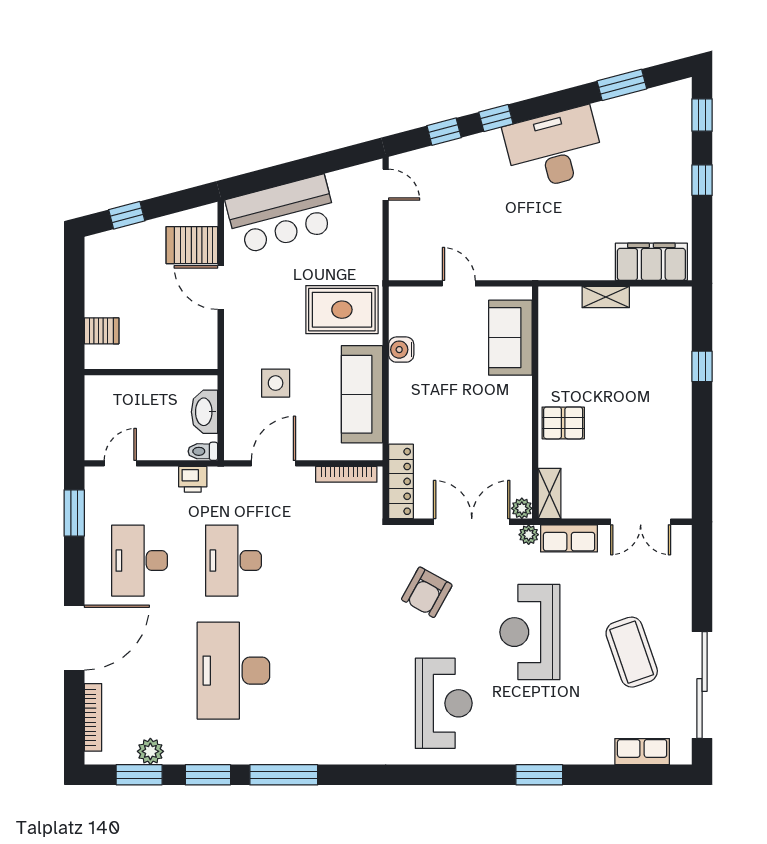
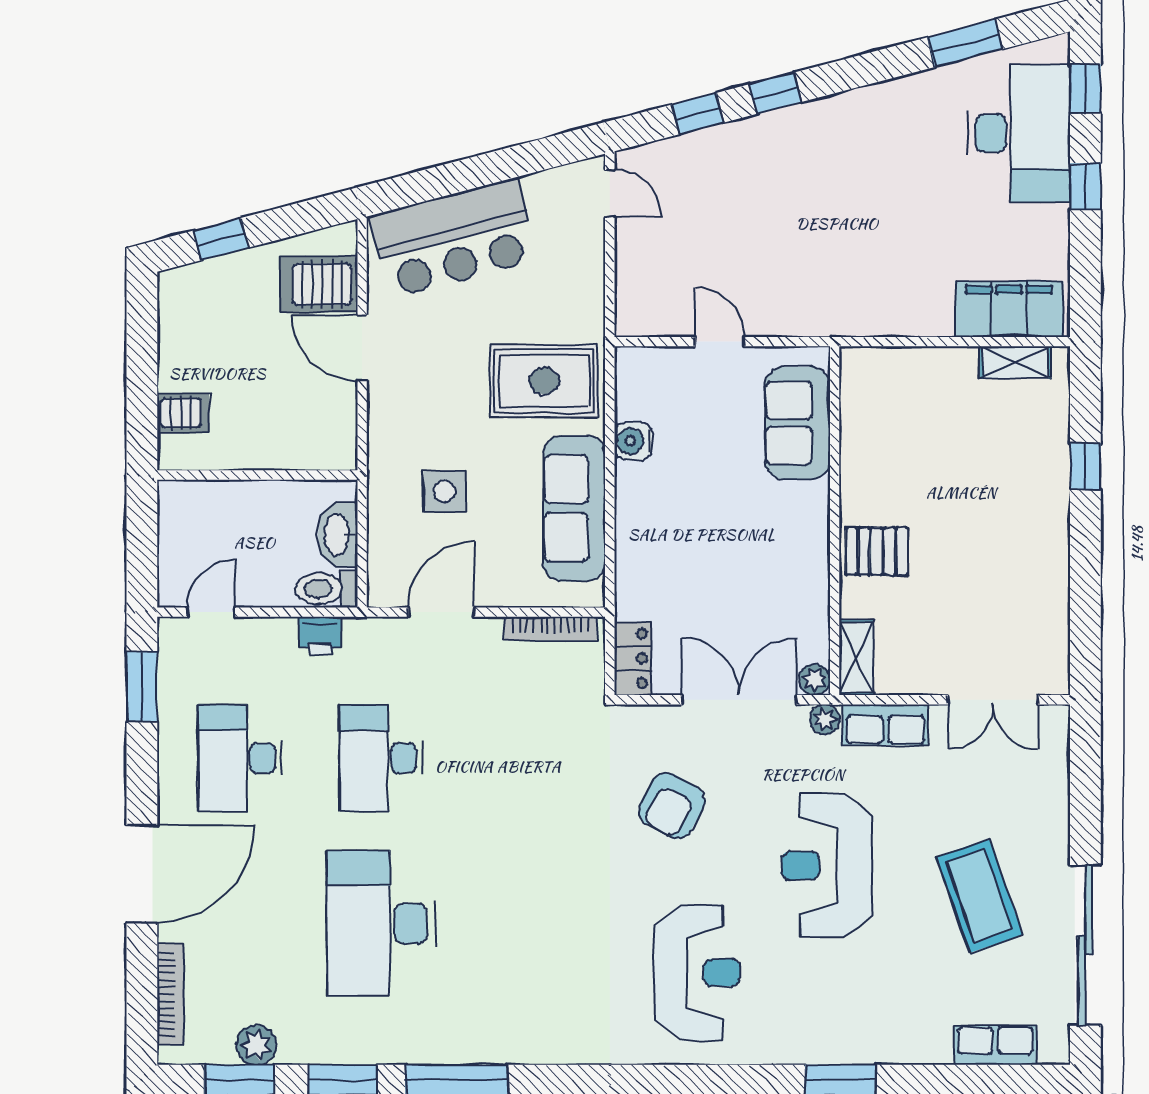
desk: (554, 149) -> (1019, 133), moved, turned 105
shelving: (606, 297) -> (1015, 362), moved
toilet: (203, 451) -> (327, 589), width x1.37, depth x1.39
locker: (401, 481) -> (633, 658), width x0.66

